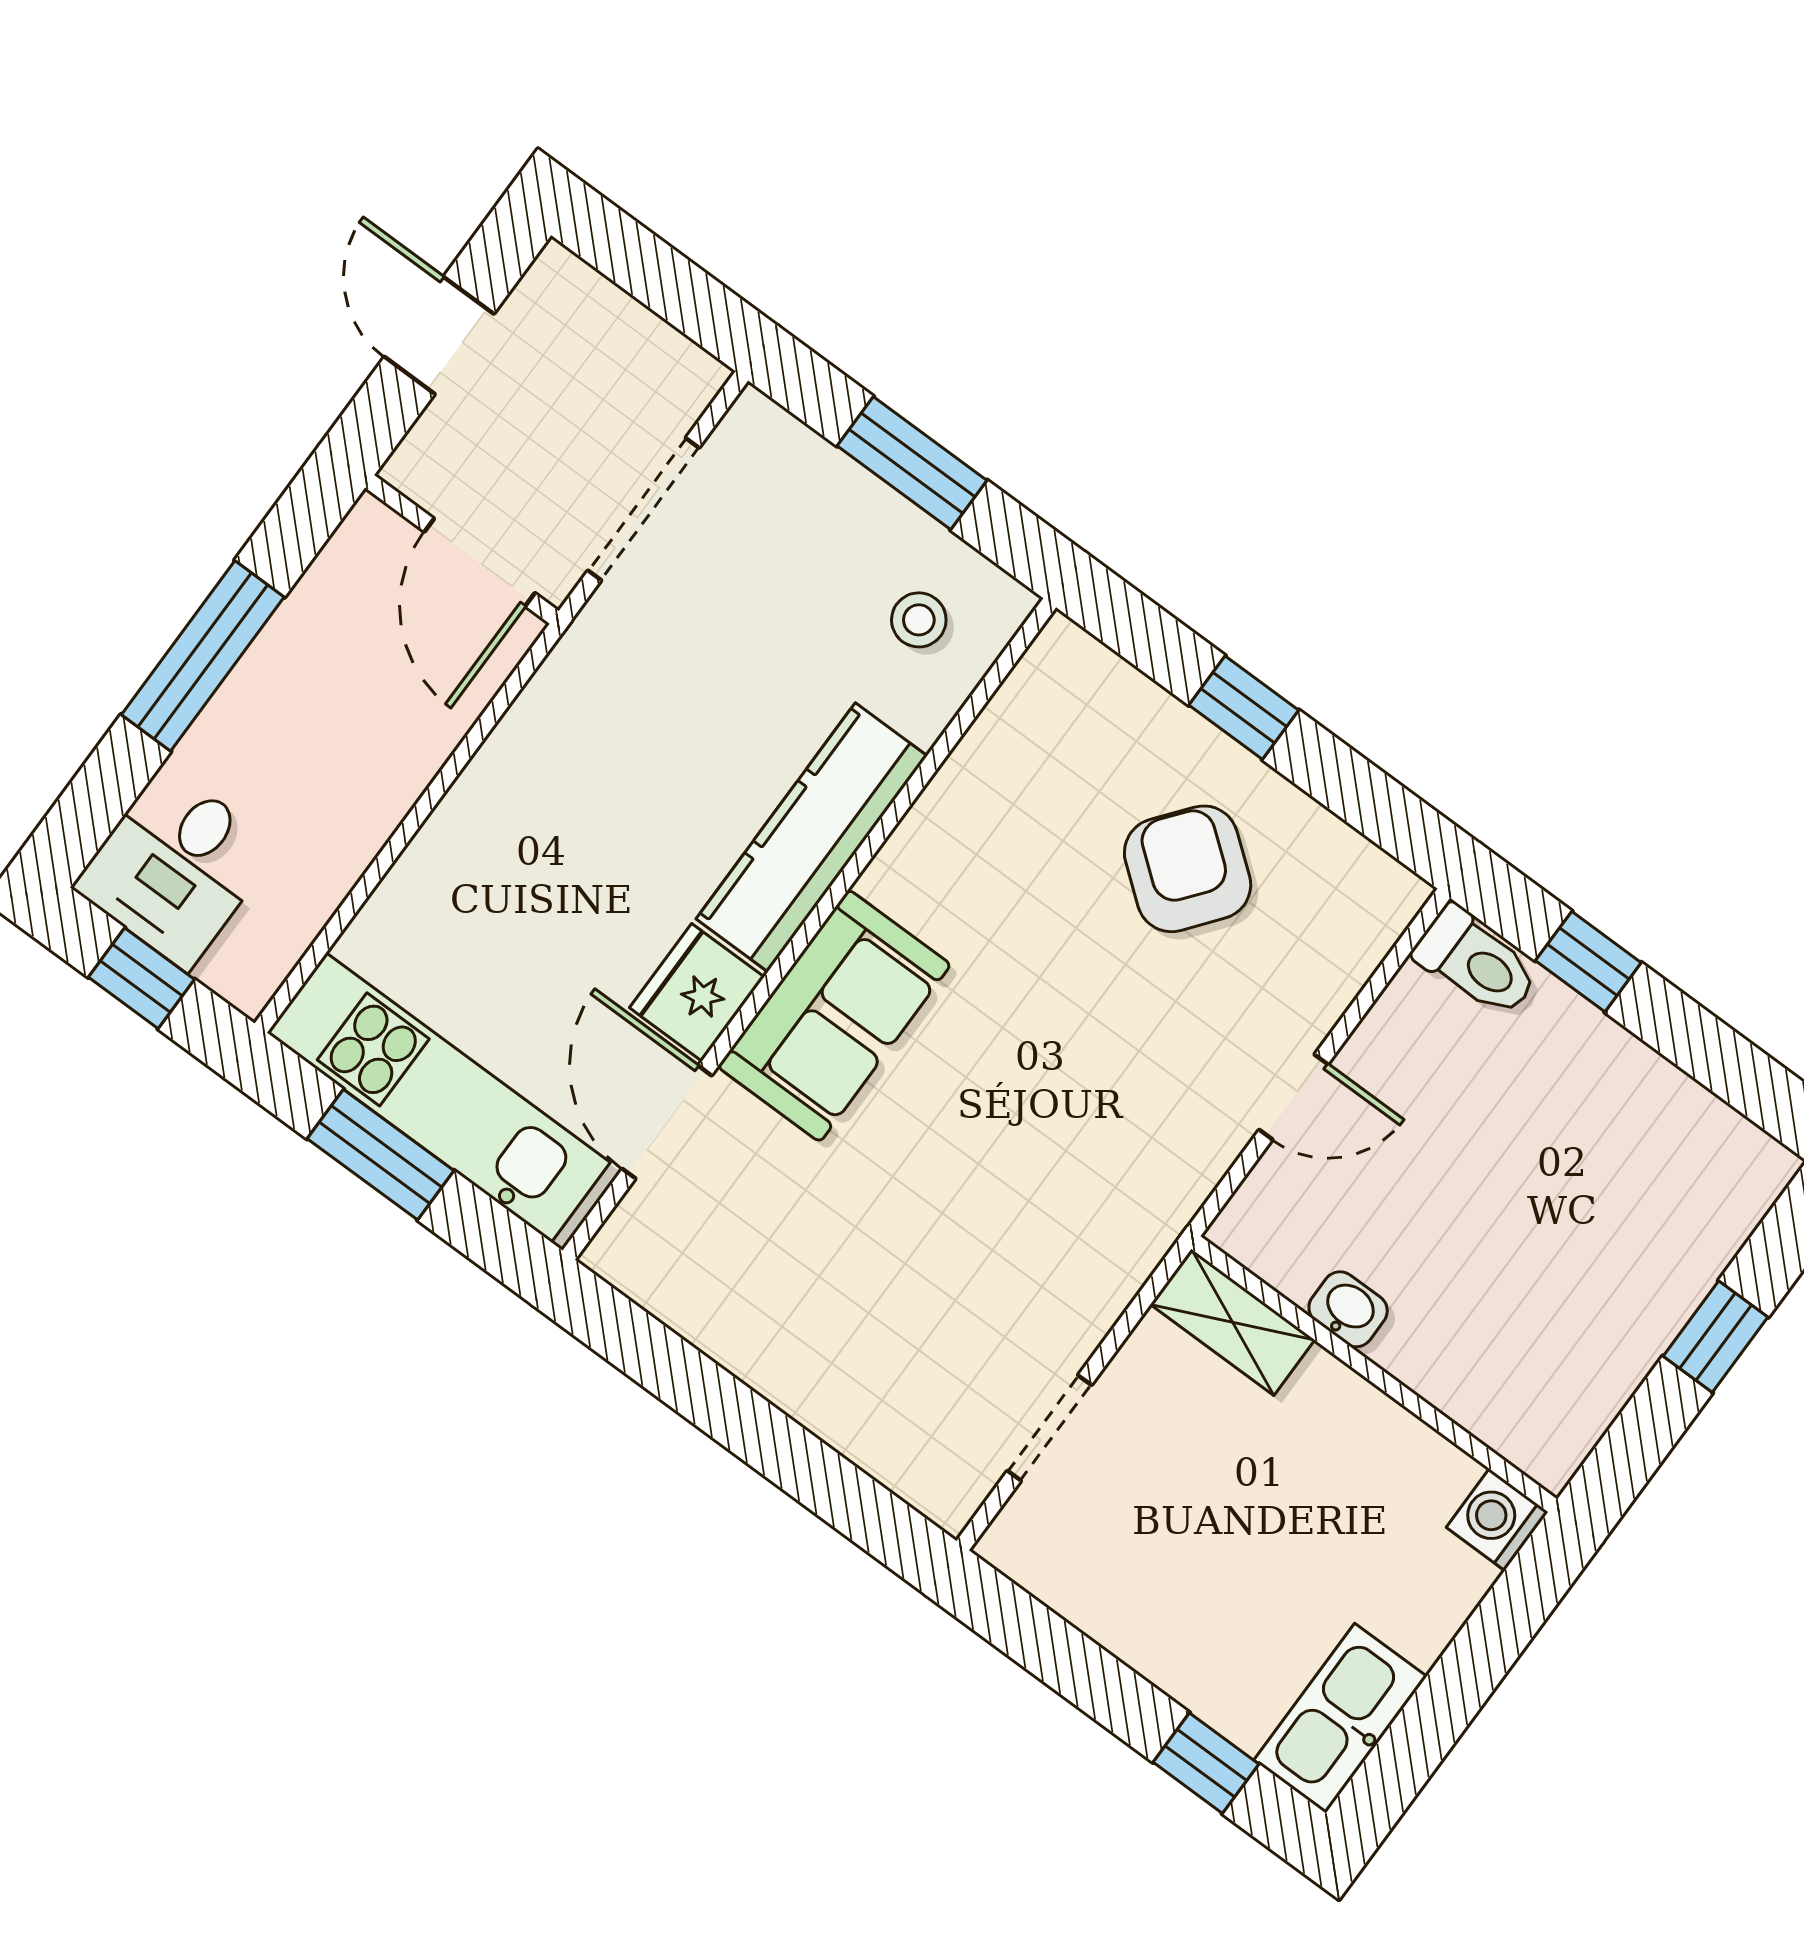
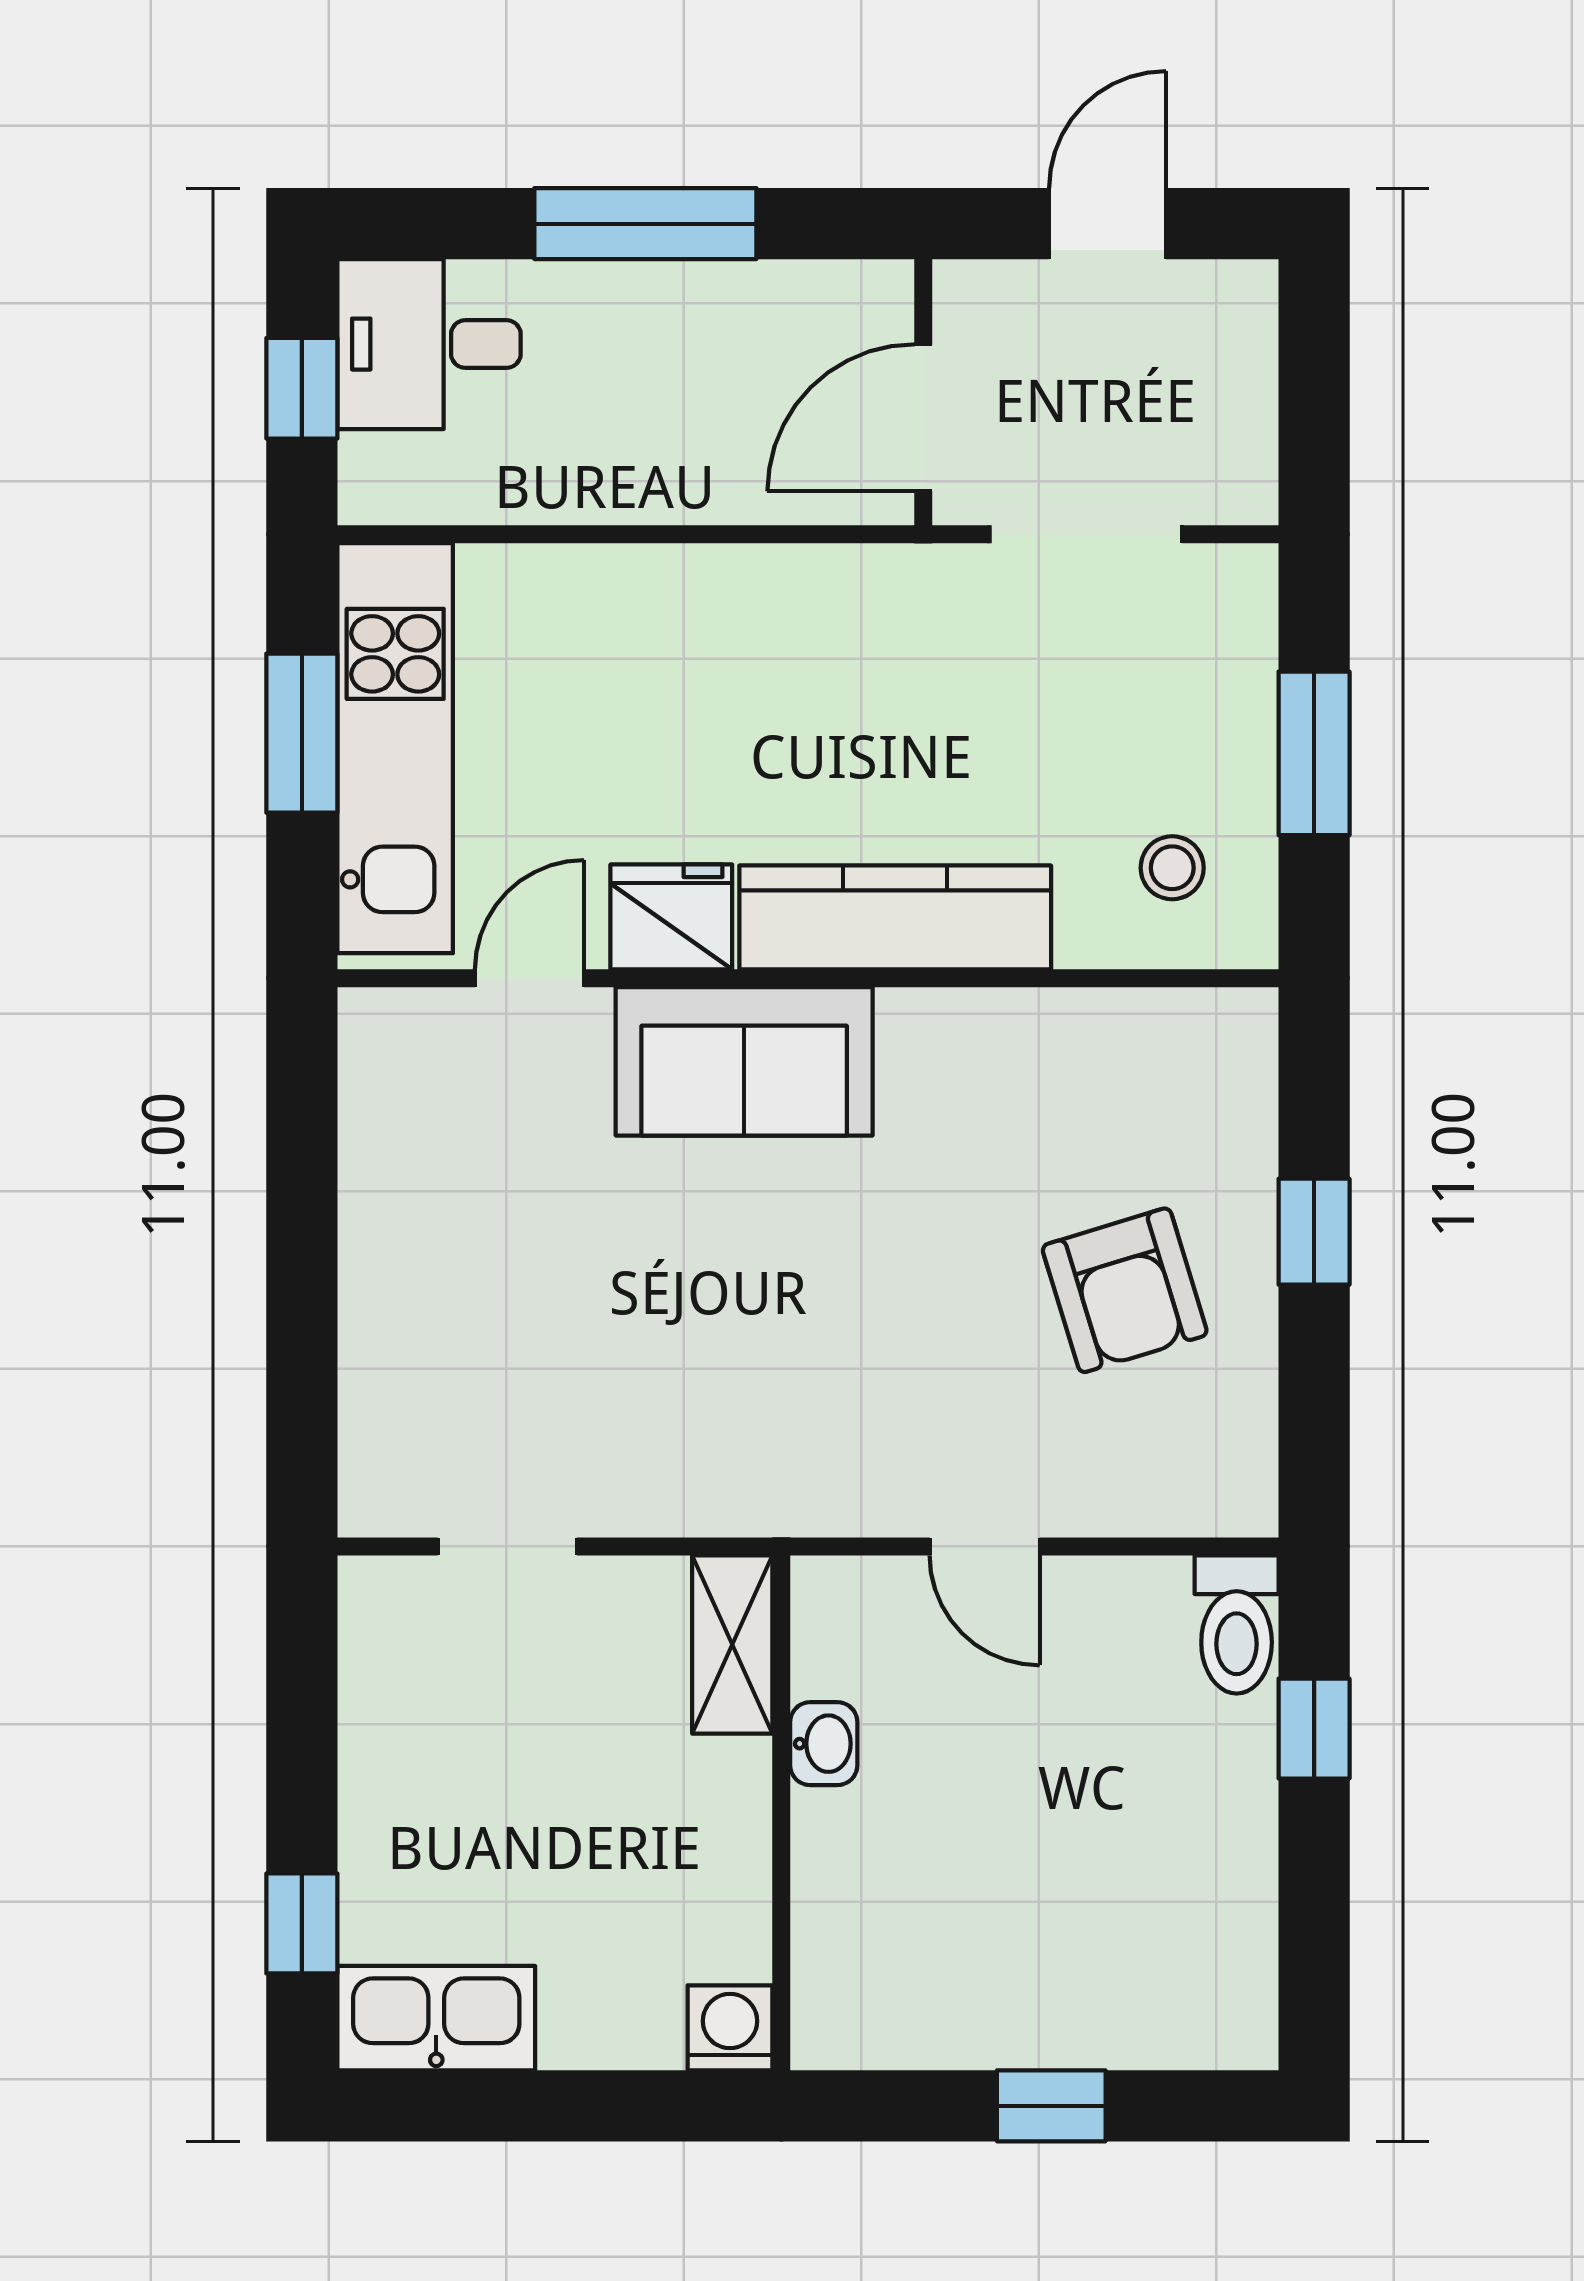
armchair: (1188, 869) -> (1125, 1290), turned 125
door: (667, 1122) -> (530, 978), width x0.73

